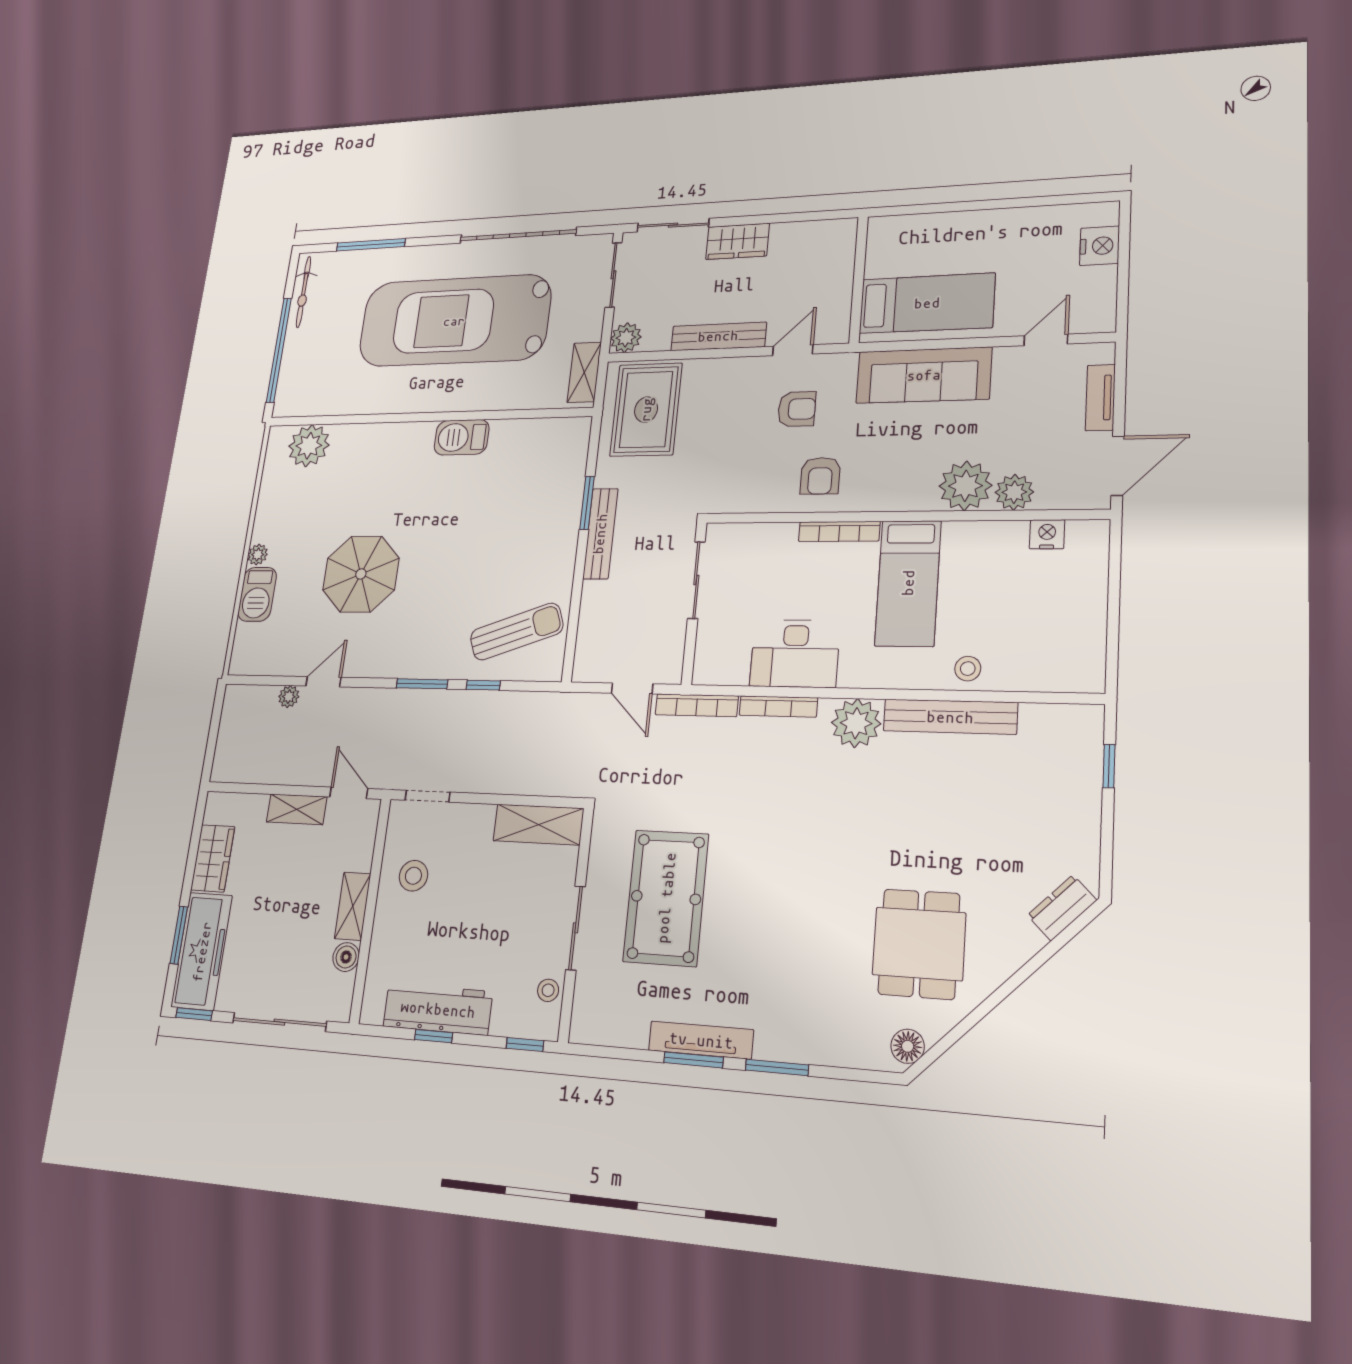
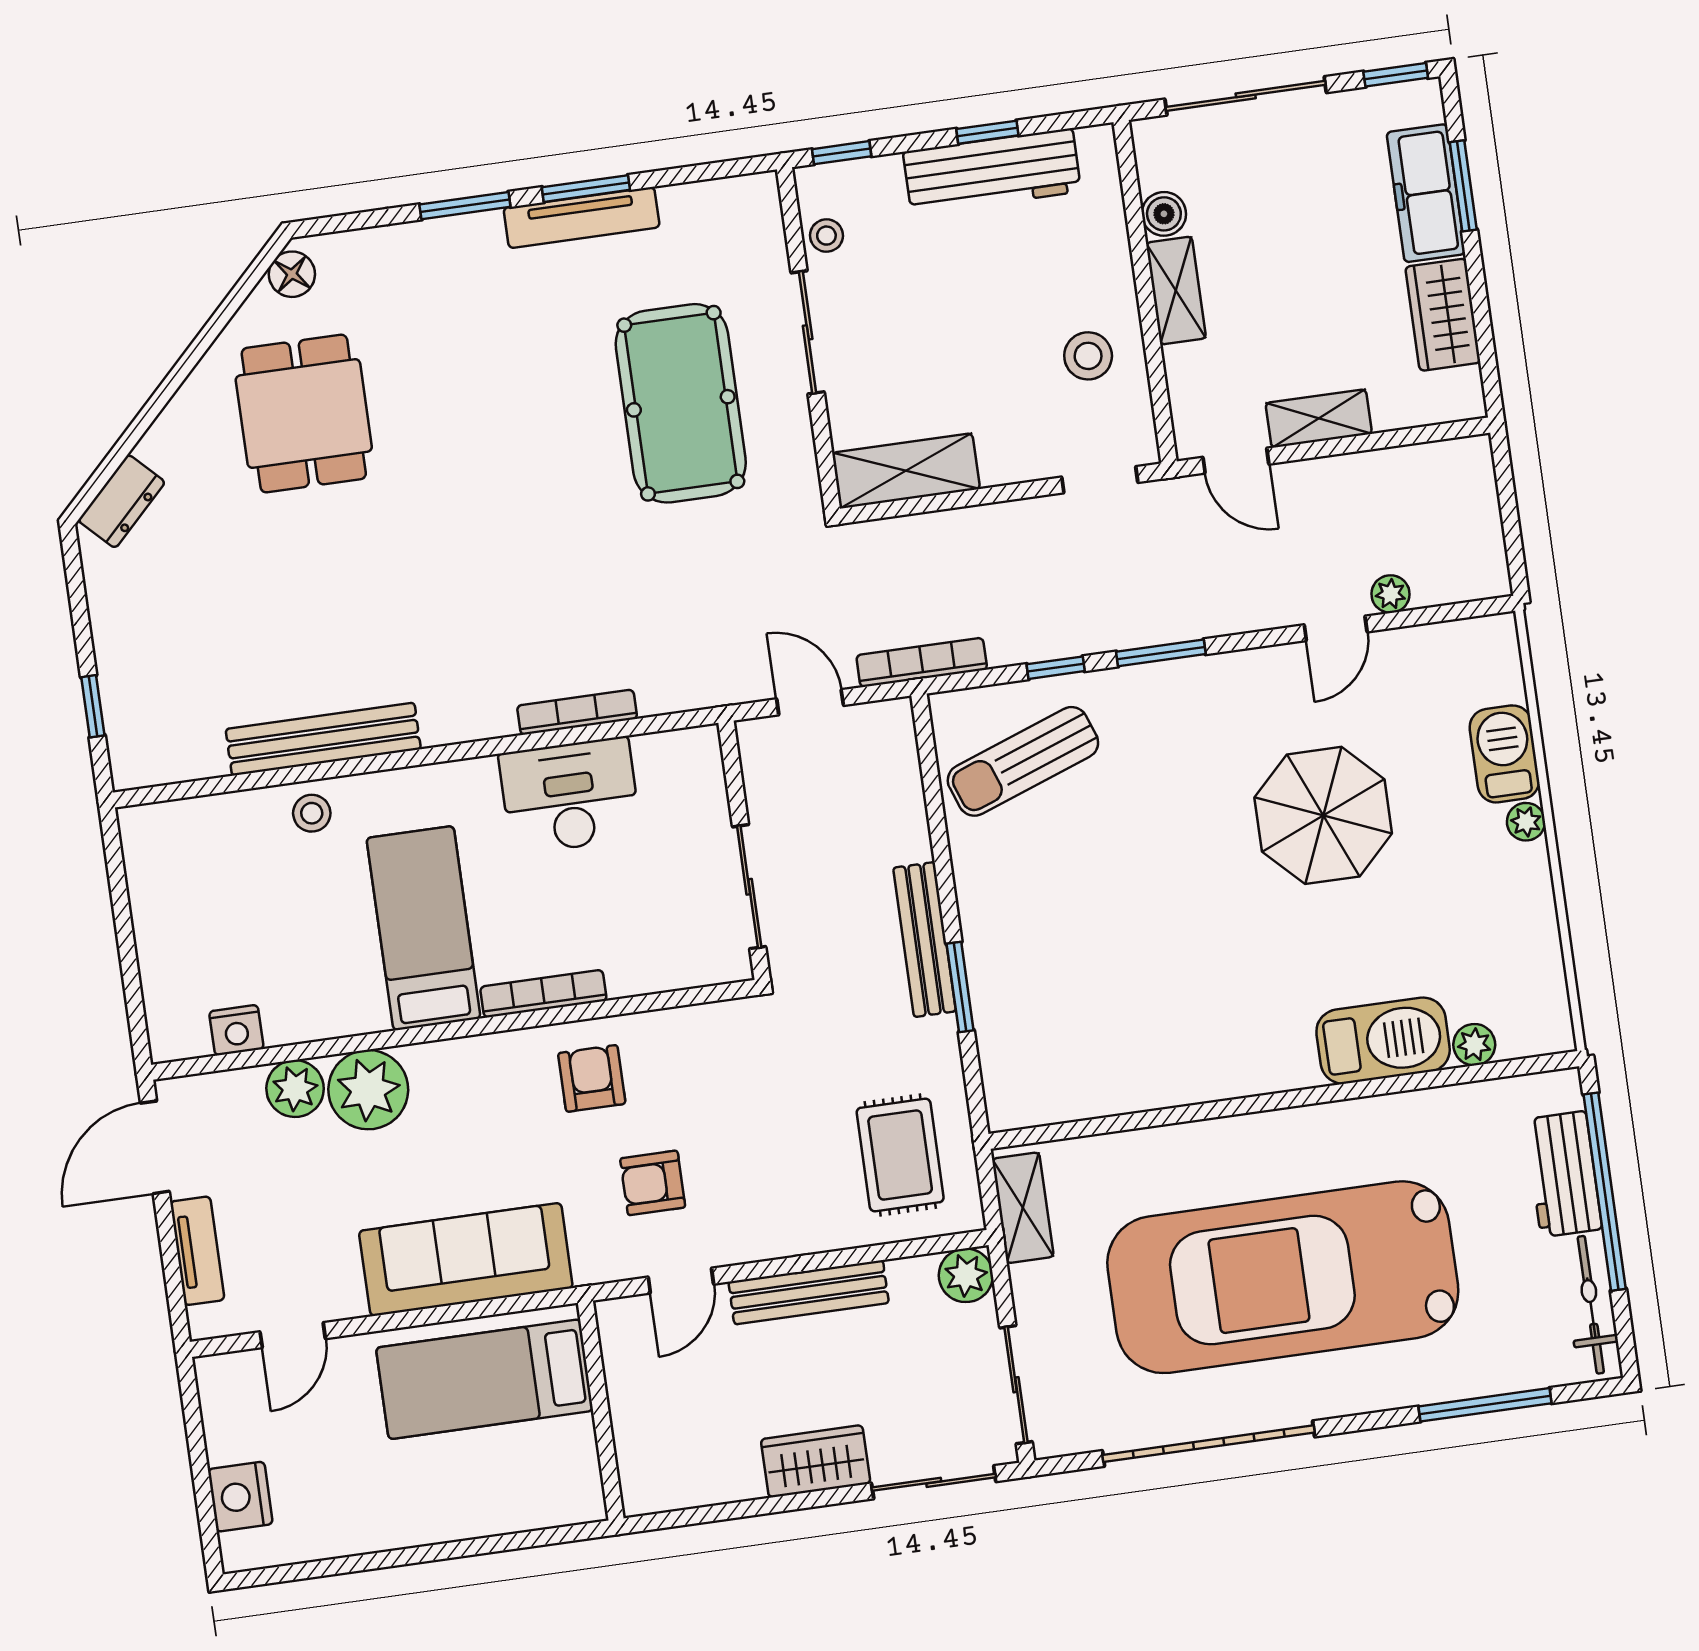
car: (454, 321) -> (1283, 1277), turned 180
workbench: (296, 361) -> (1563, 1174), added
rug: (646, 410) -> (900, 1155), width x0.73, depth x0.70
barbecue: (462, 437) -> (1383, 1041), moved, width x1.37, depth x1.21
plant: (309, 446) -> (1474, 1045), width x0.53, depth x0.53
bookcase: (697, 705) -> (922, 662), moved
plant: (856, 723) -> (456, 707), removed
freezer: (202, 951) -> (1426, 193), width x0.73, depth x0.79

